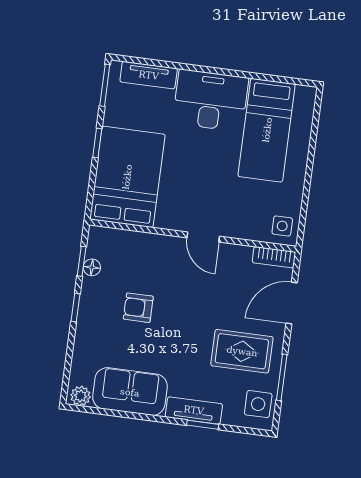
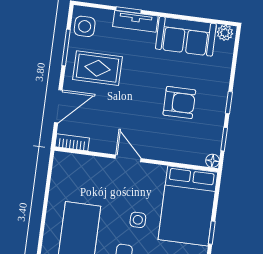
side table: (282, 226) -> (138, 220), moved
floor lamp: (92, 267) -> (212, 161), moved
armchair: (138, 308) -> (179, 103), width x1.38, depth x1.38

